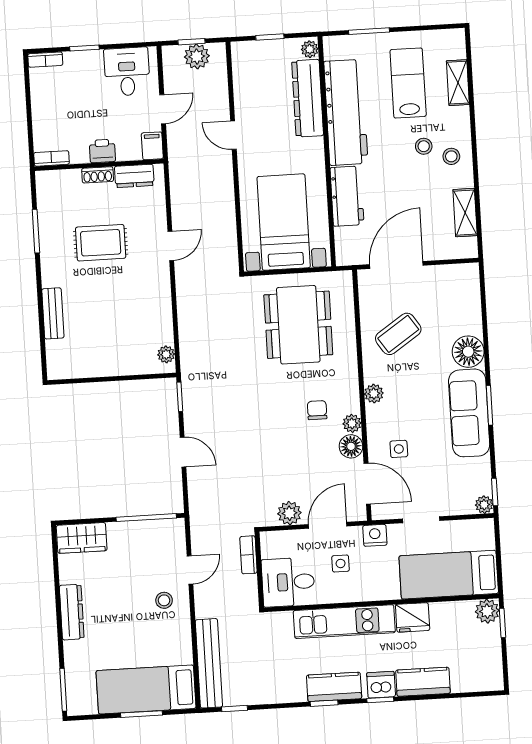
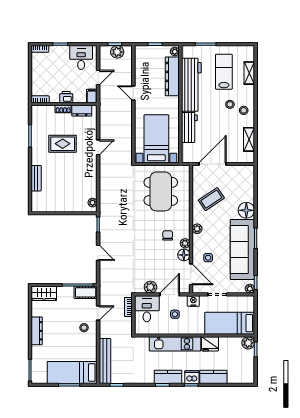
sofa: (469, 413) -> (242, 249), width x1.36, depth x1.27
cot: (163, 531) -> (86, 292), added
desk: (288, 582) -> (147, 309), moved, turned 90

